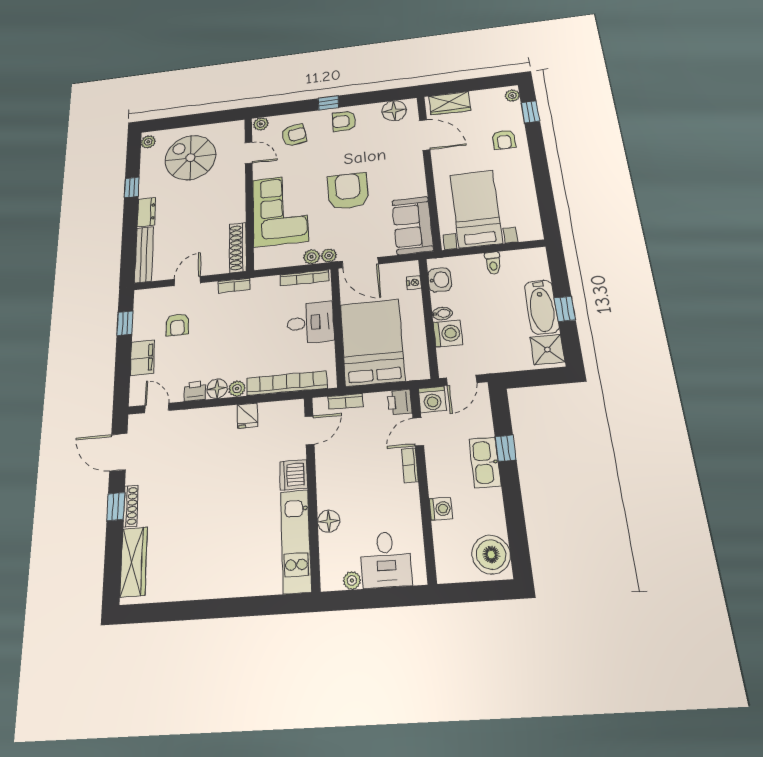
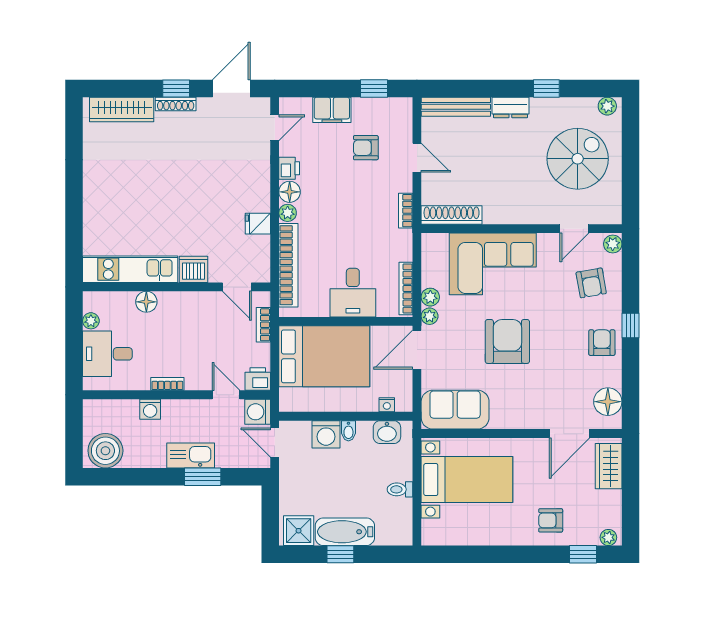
armchair: (348, 191) -> (507, 341), turned -90
window: (506, 448) -> (203, 477), width x1.50
bookcase: (410, 465) -> (167, 384), moved

